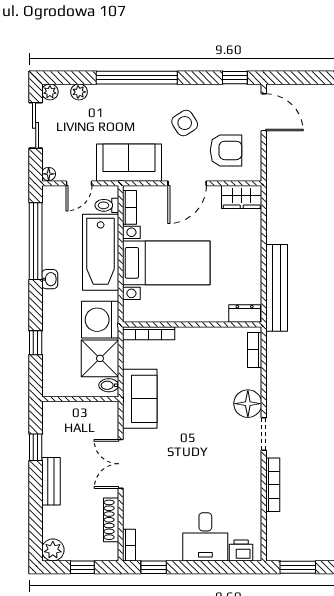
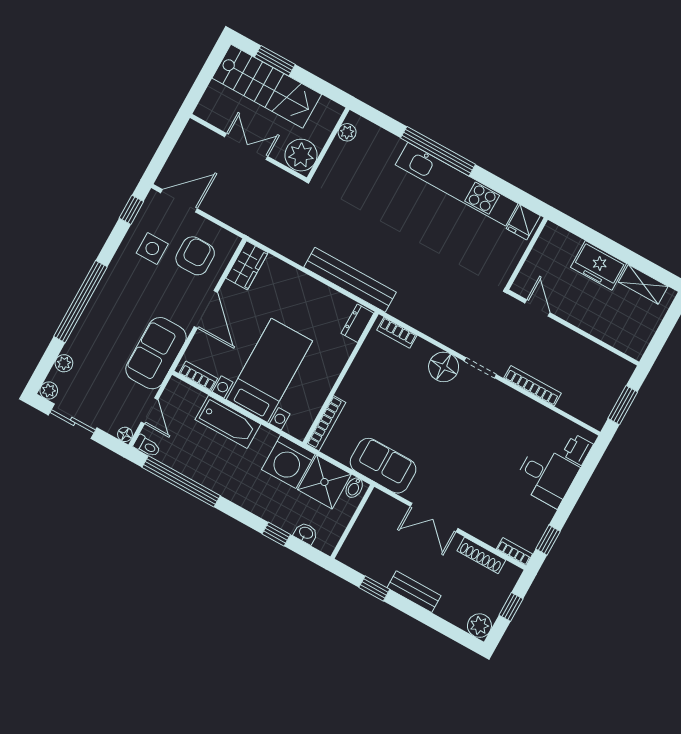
side table: (185, 123) -> (152, 248), moved, turned 32
toilet: (107, 205) -> (147, 446), moved, turned -90
bathtub: (101, 252) -> (228, 422), width x0.73, depth x0.73
washbasin: (50, 279) -> (306, 533), moved

